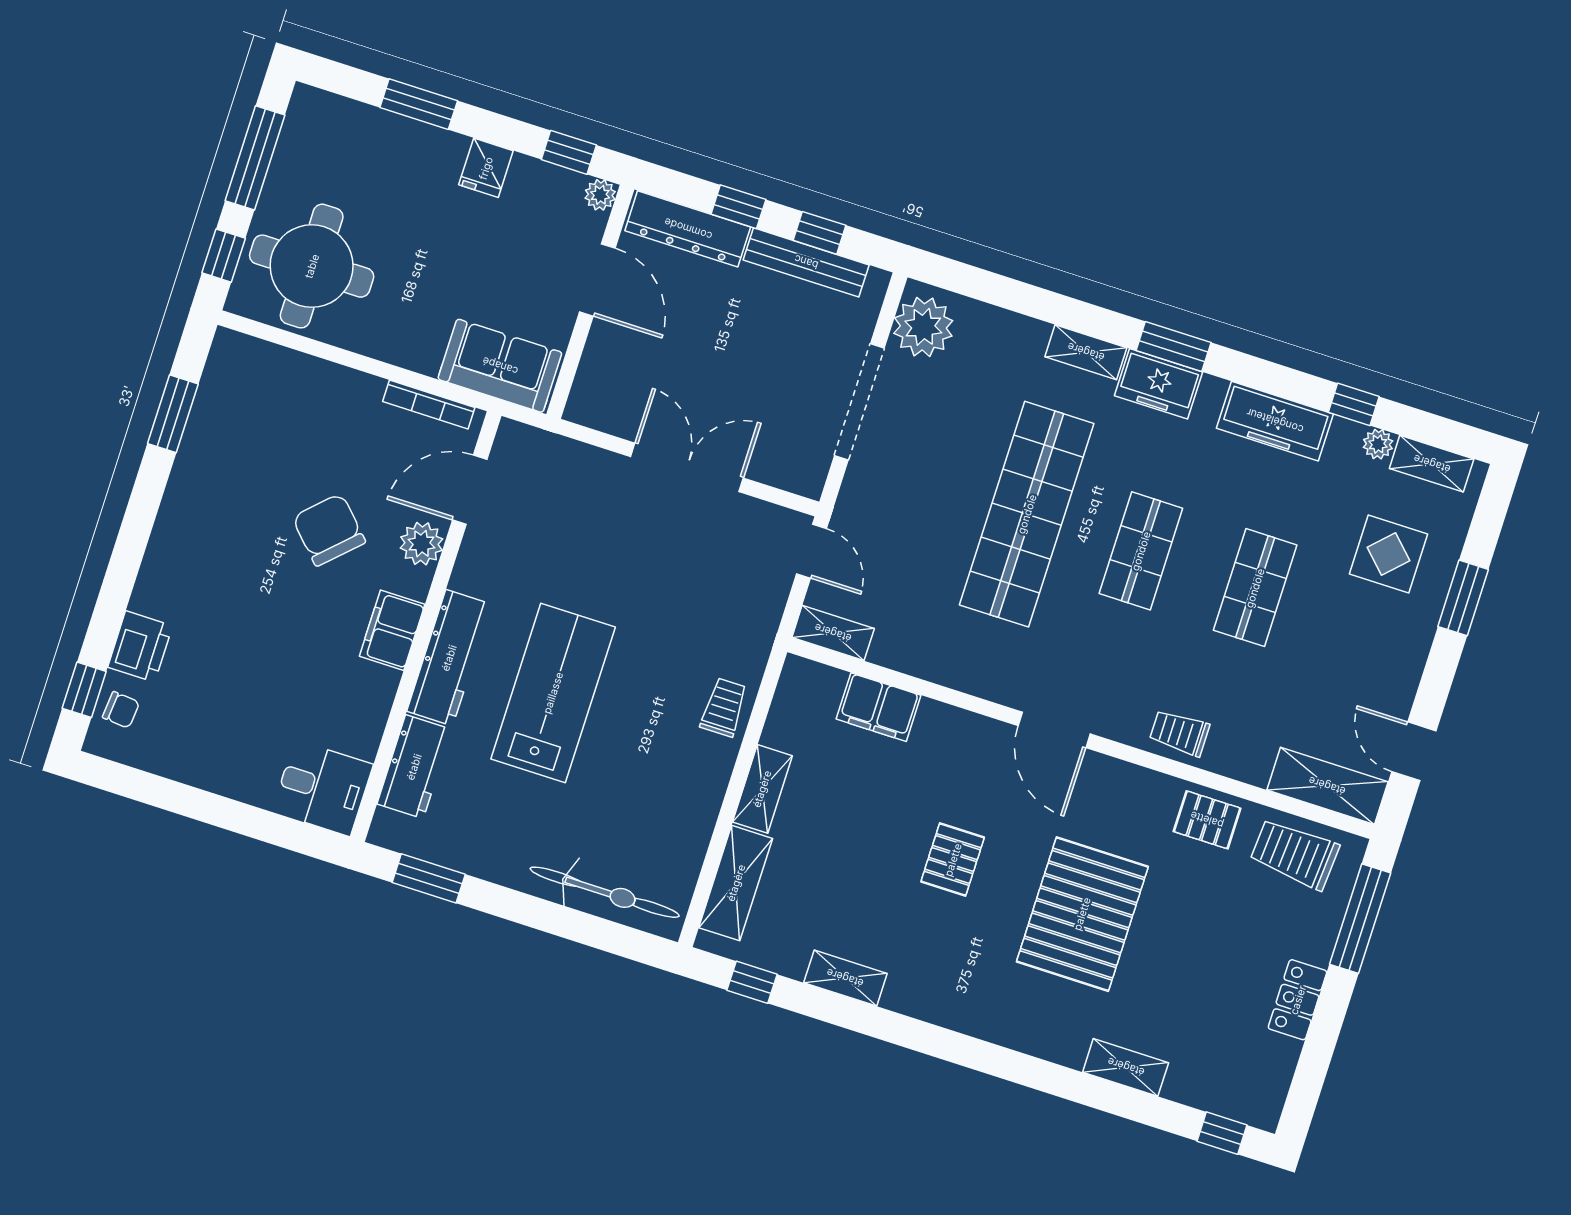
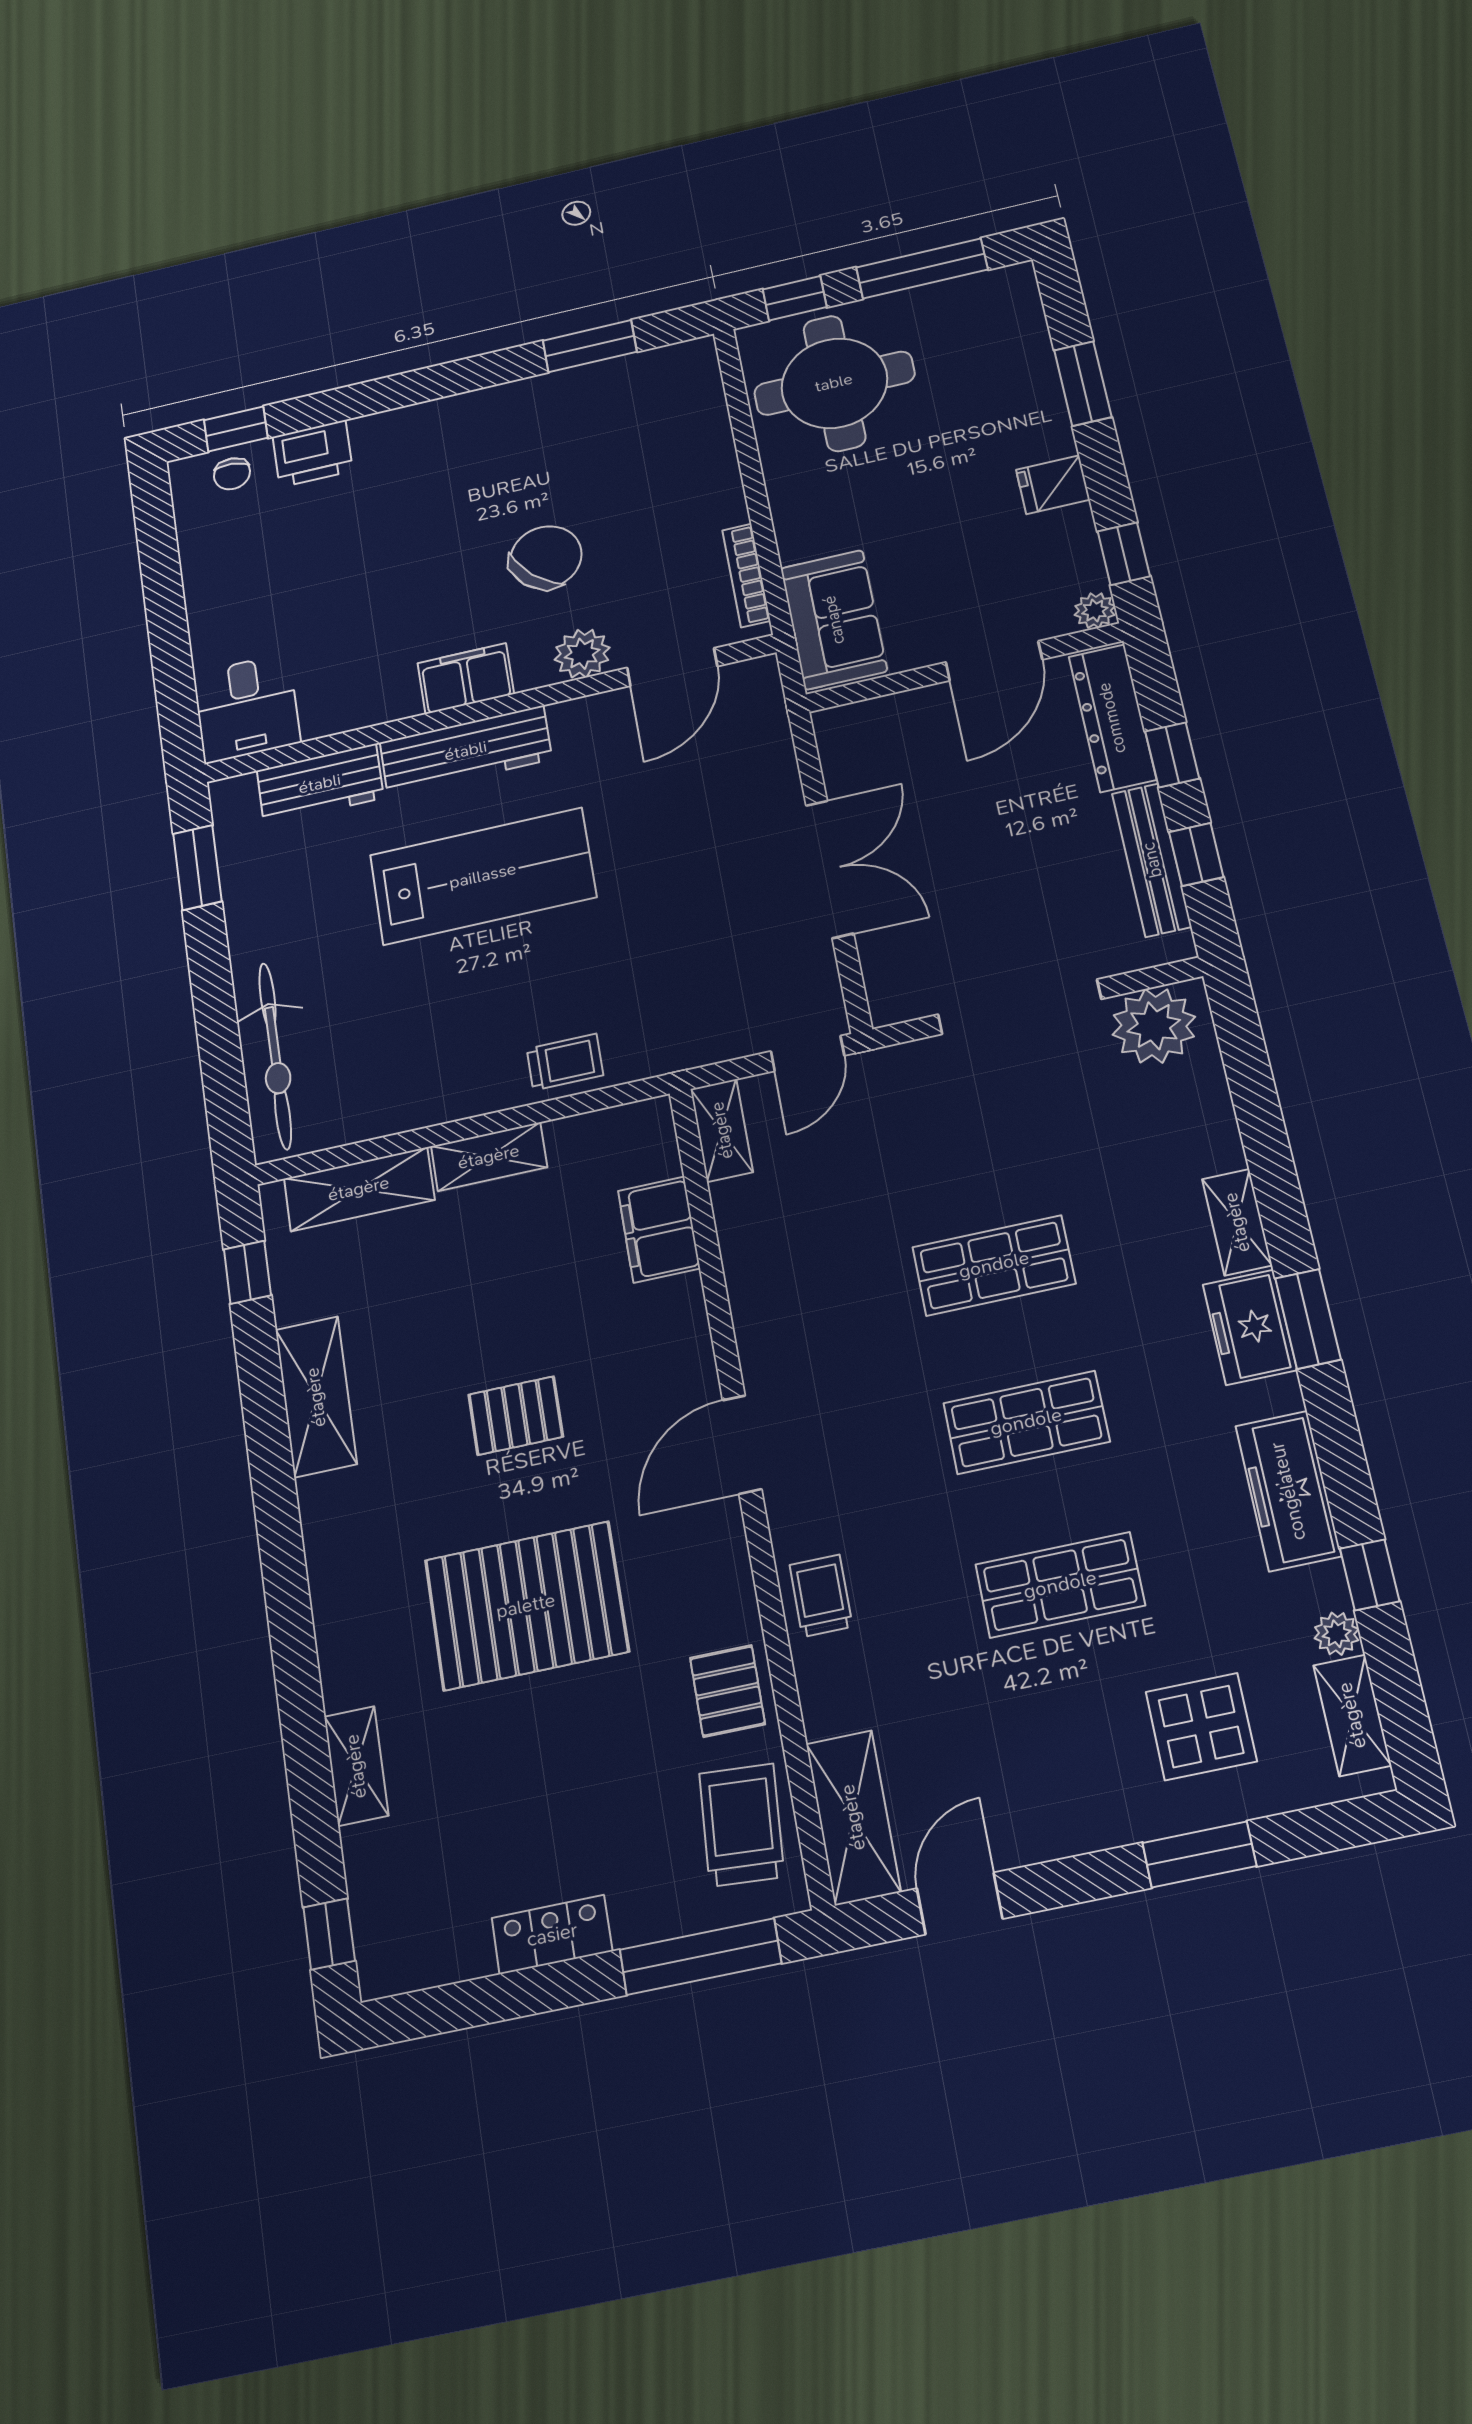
door: (470, 490) -> (672, 667), swing flipped
shop shelf: (1027, 514) -> (994, 1265), width x0.50, depth x0.74
shelving: (845, 978) -> (316, 1397), width x1.50, depth x1.33

